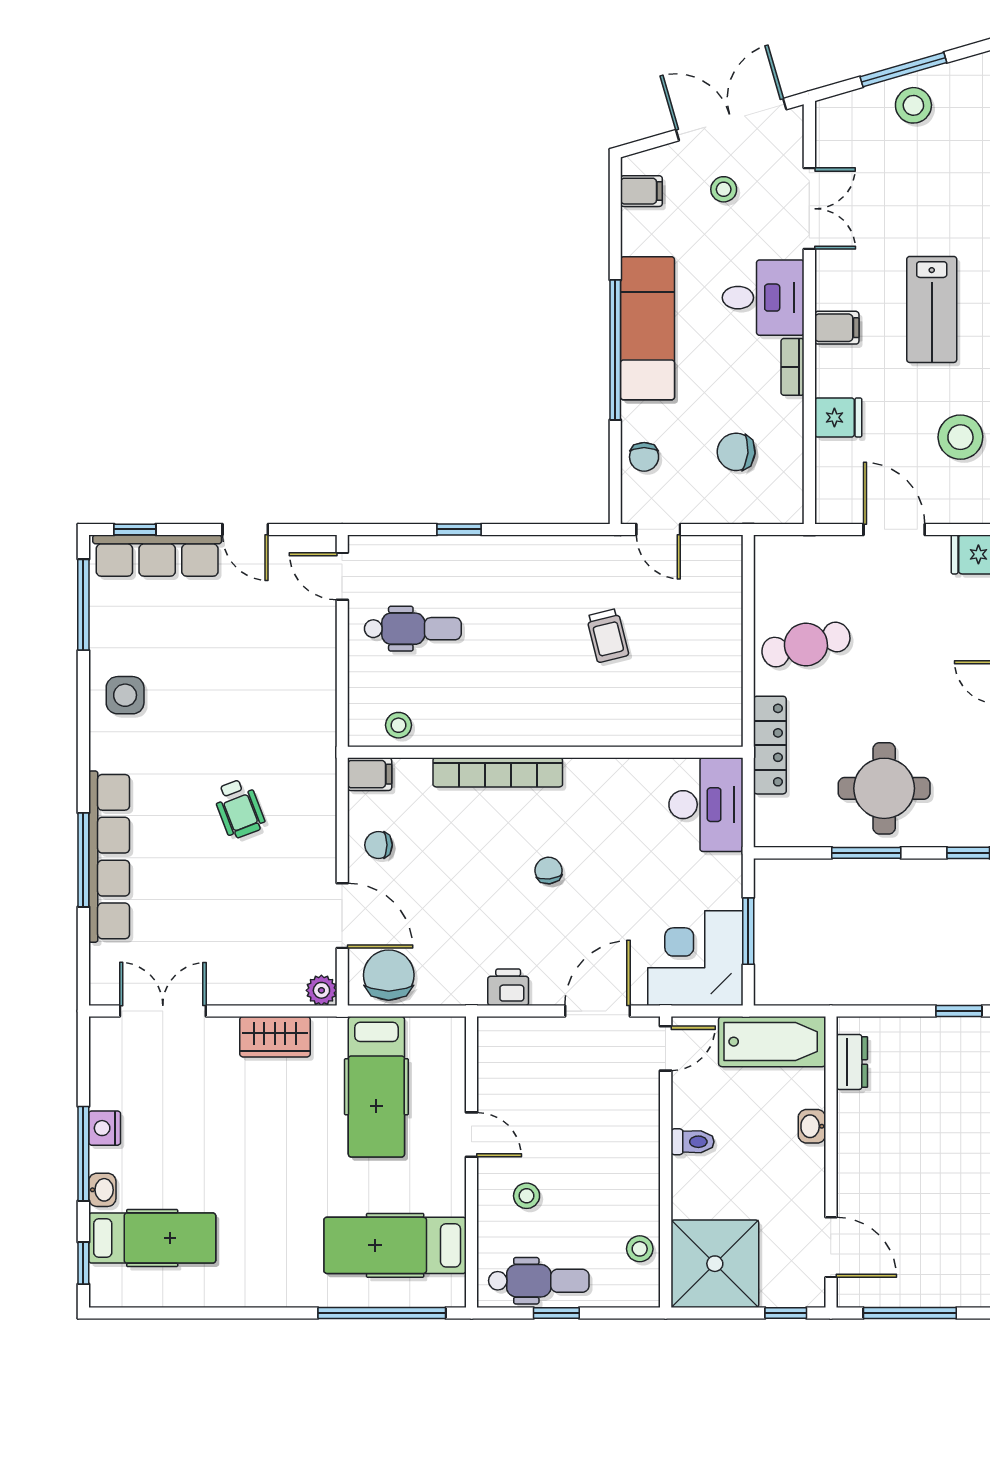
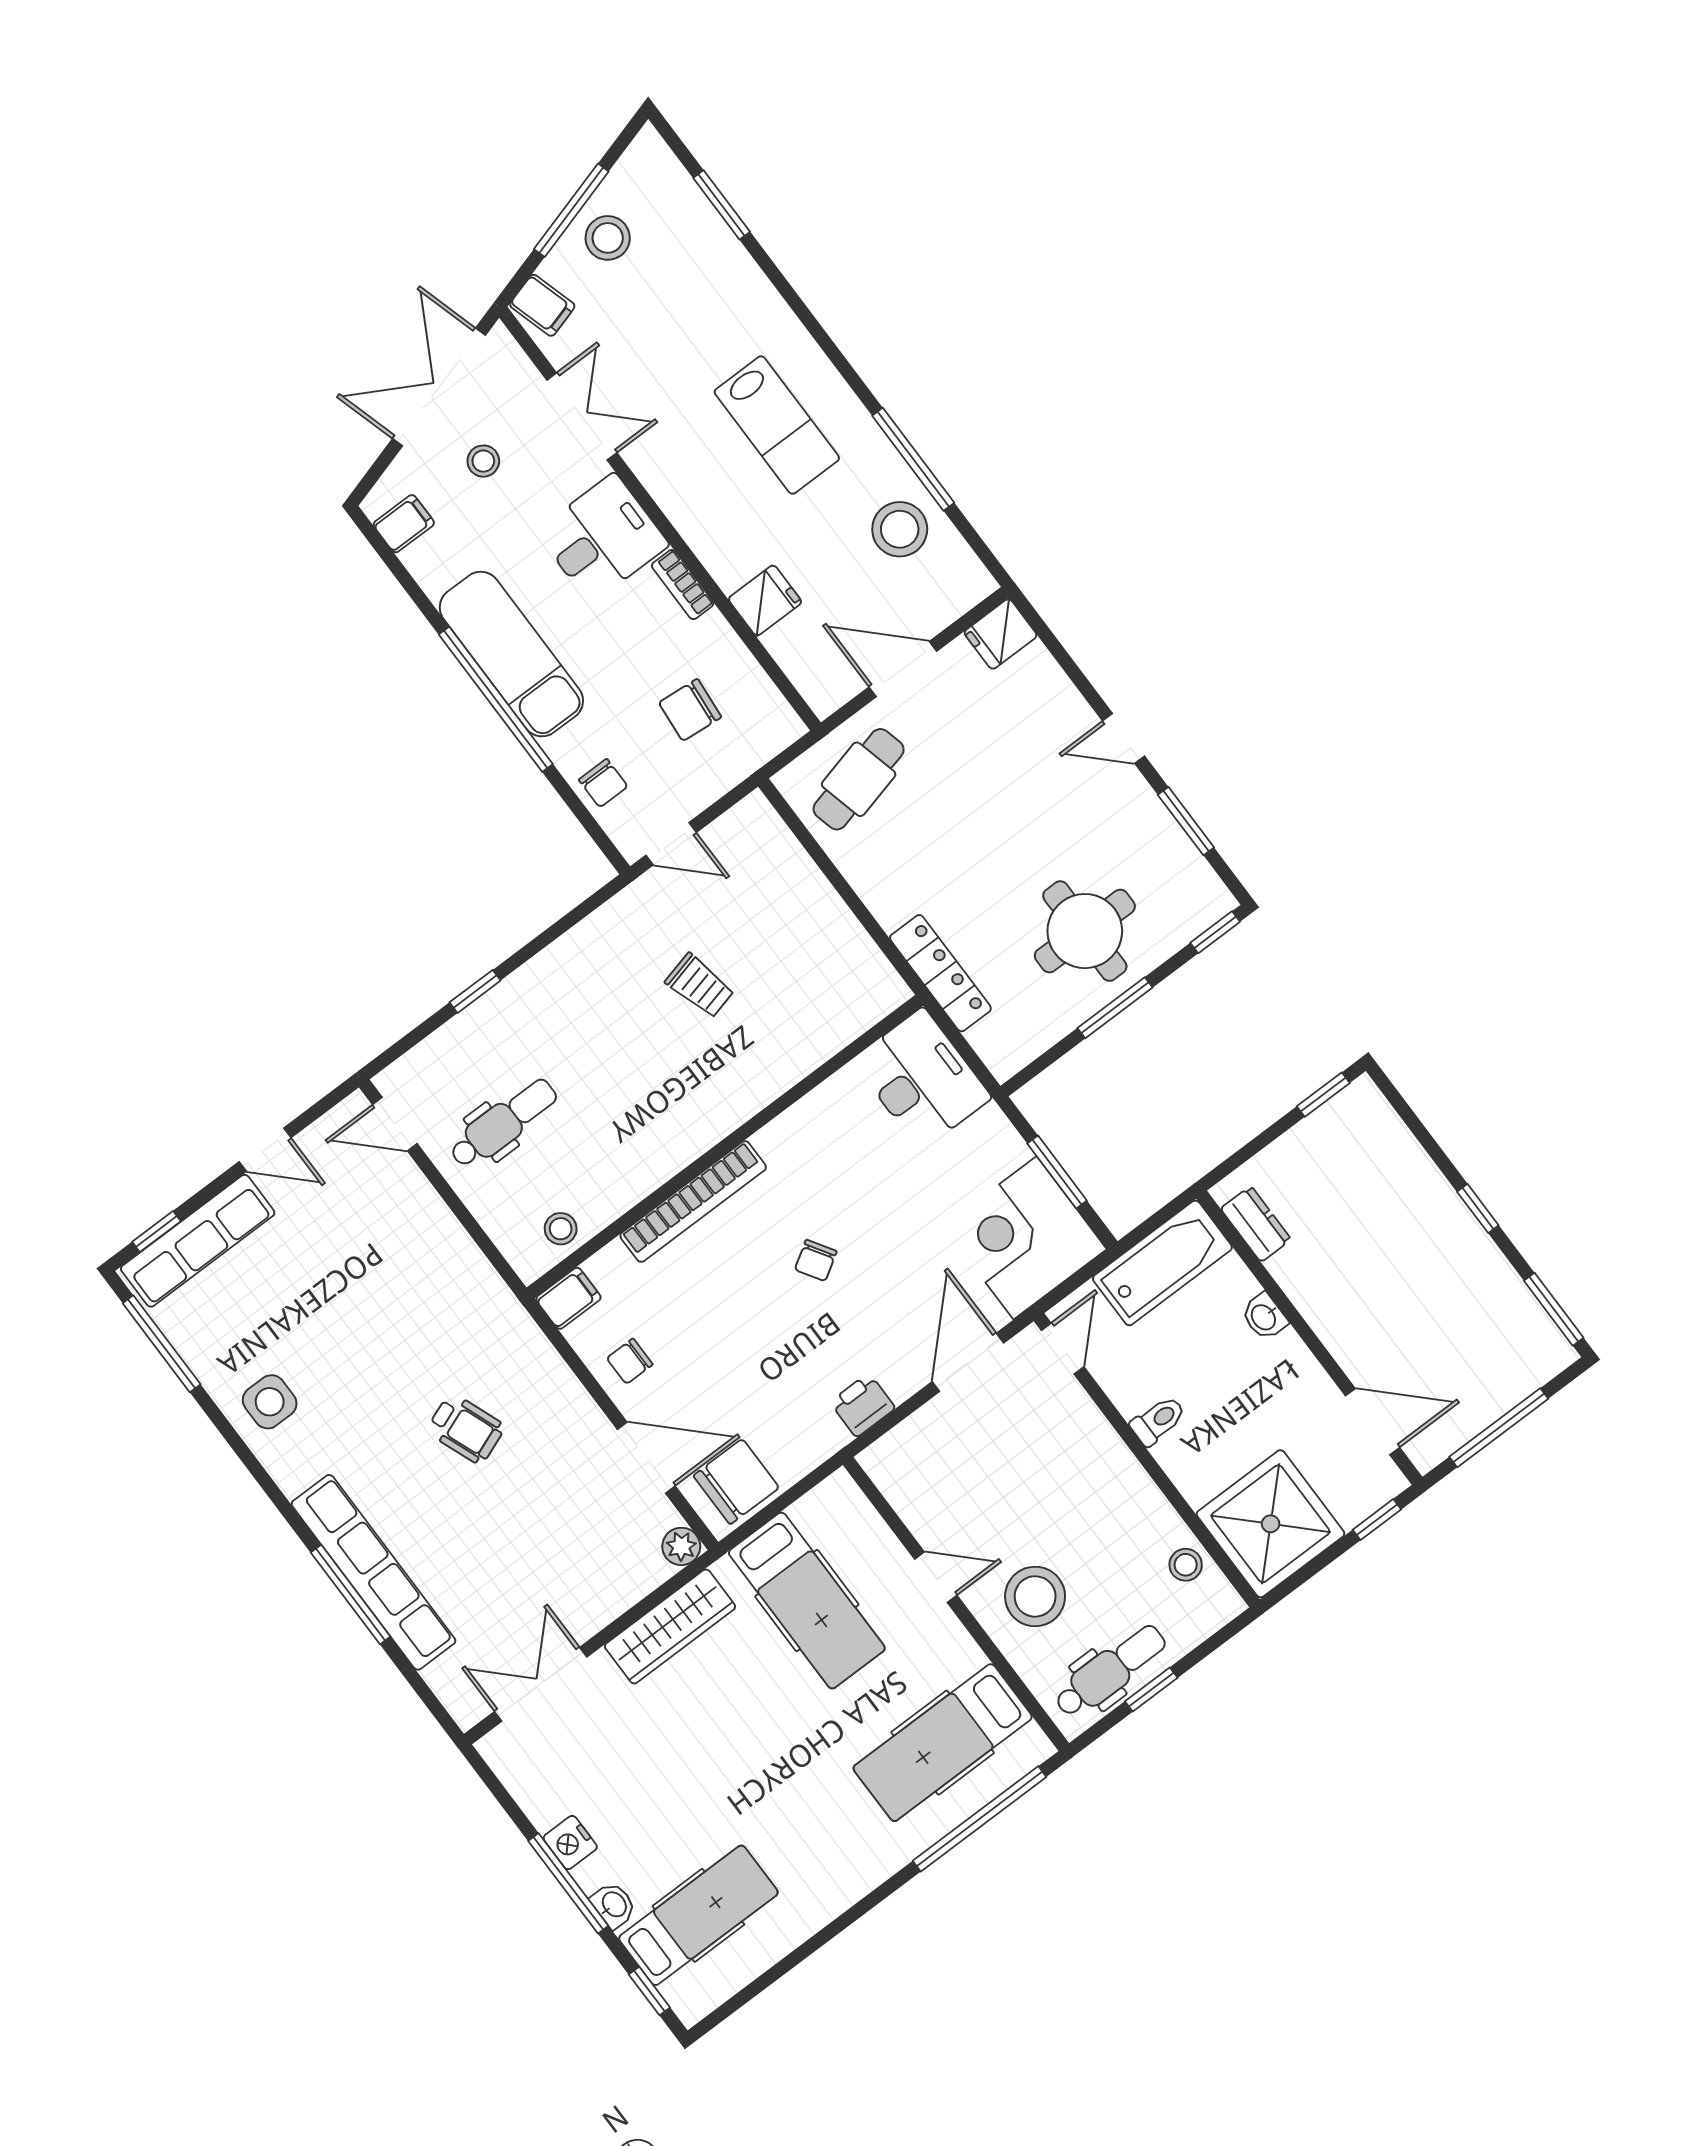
filing cabinet: (837, 328) -> (542, 305), moved, turned 74
cafe table: (806, 645) -> (859, 779), moved
chair: (548, 871) -> (816, 1260), turned -116
chair: (389, 975) -> (736, 1482), turned 90
wardrobe: (275, 1037) -> (670, 1626), width x1.50
stool: (527, 1196) -> (1035, 1596), width x1.89, depth x1.89

